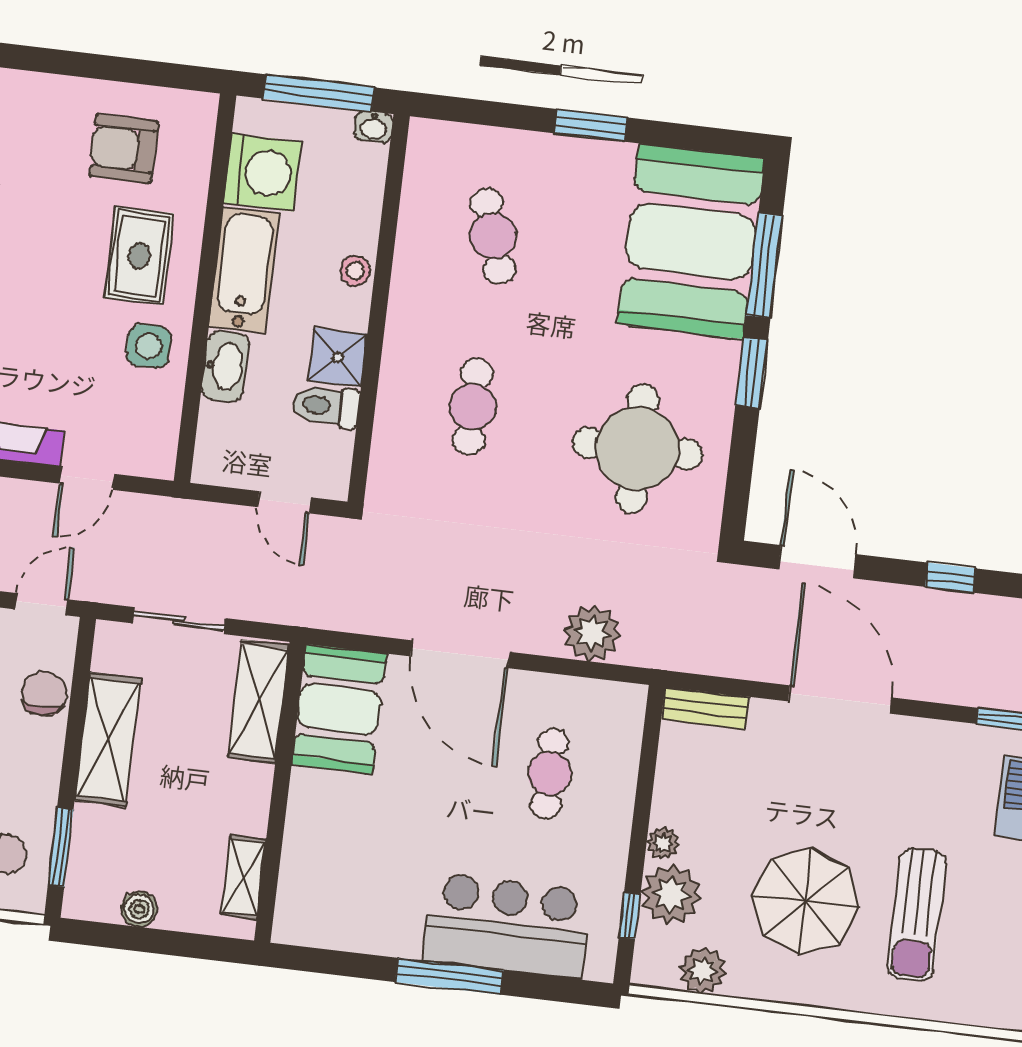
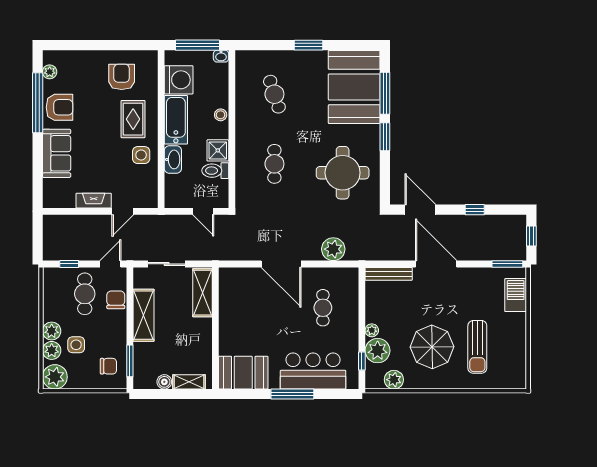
armchair: (123, 149) -> (122, 77), turned 90
bench: (705, 708) -> (389, 274), width x1.36
booth: (339, 709) -> (243, 373), moved, turned 90
shelving: (244, 877) -> (189, 382), moved, turned 90

